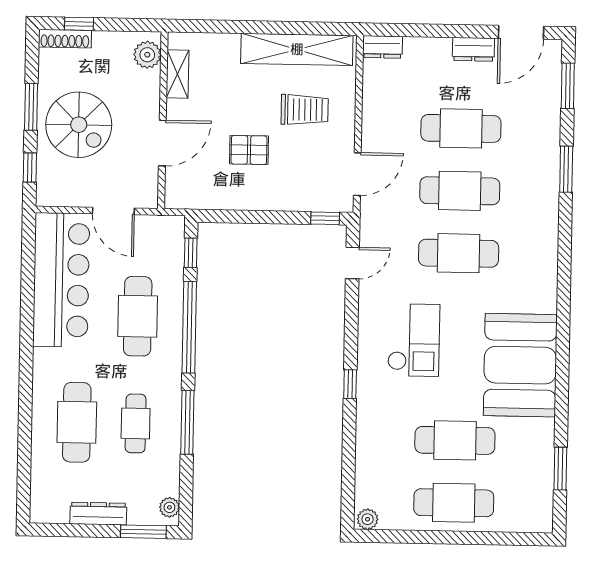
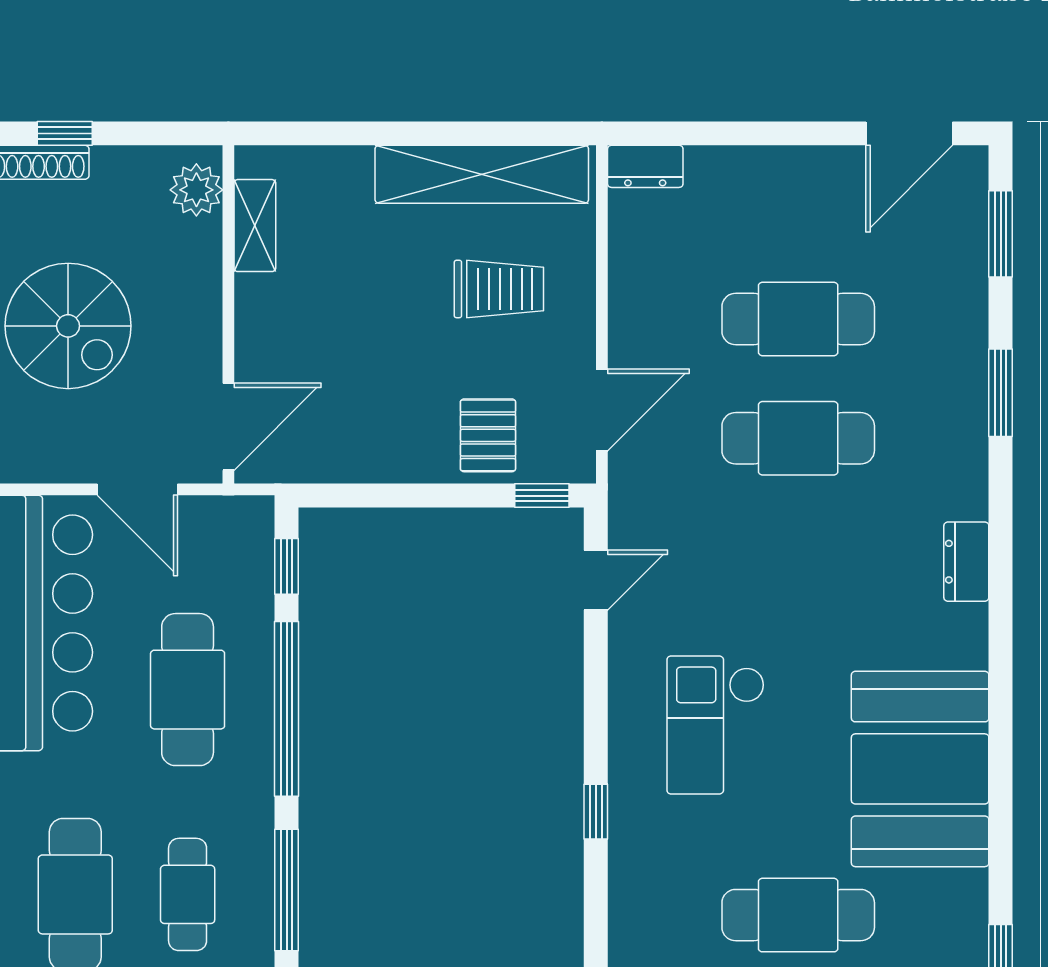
dresser: (473, 49) -> (966, 562), moved, turned 90
door: (162, 143) -> (228, 427), moved
pallet: (249, 150) -> (488, 435), moved, turned 90
cafe table: (459, 253) -> (798, 557), removed
checkout: (414, 340) -> (716, 725), turned 180

